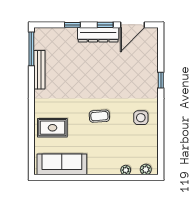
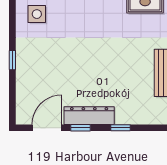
coffee table: (99, 116) -> (88, 16), removed

